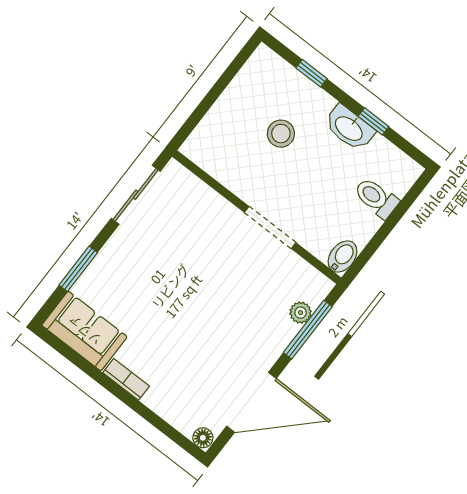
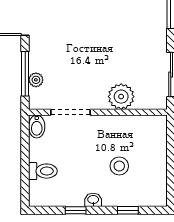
washbasin: (349, 128) -> (93, 200), width x0.52, depth x0.69
plant: (215, 214) -> (121, 97), added
doorway: (270, 228) -> (70, 112), moved

